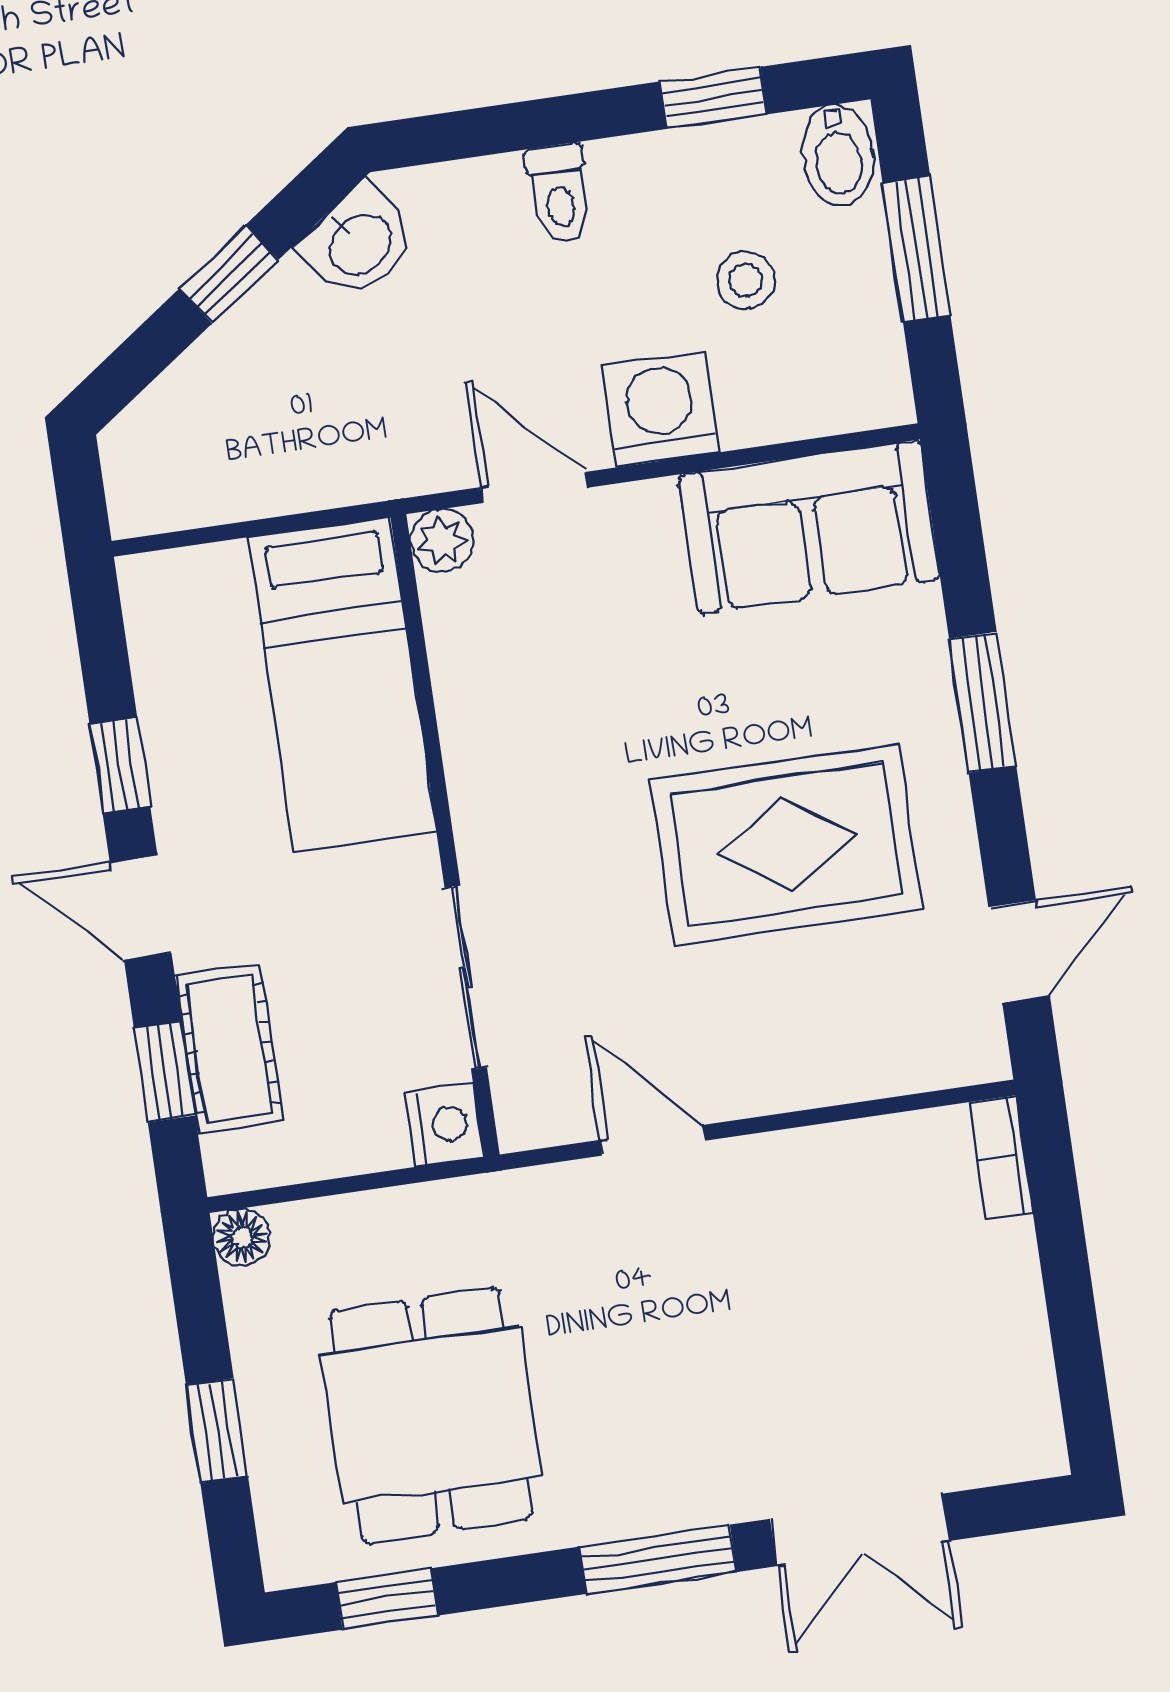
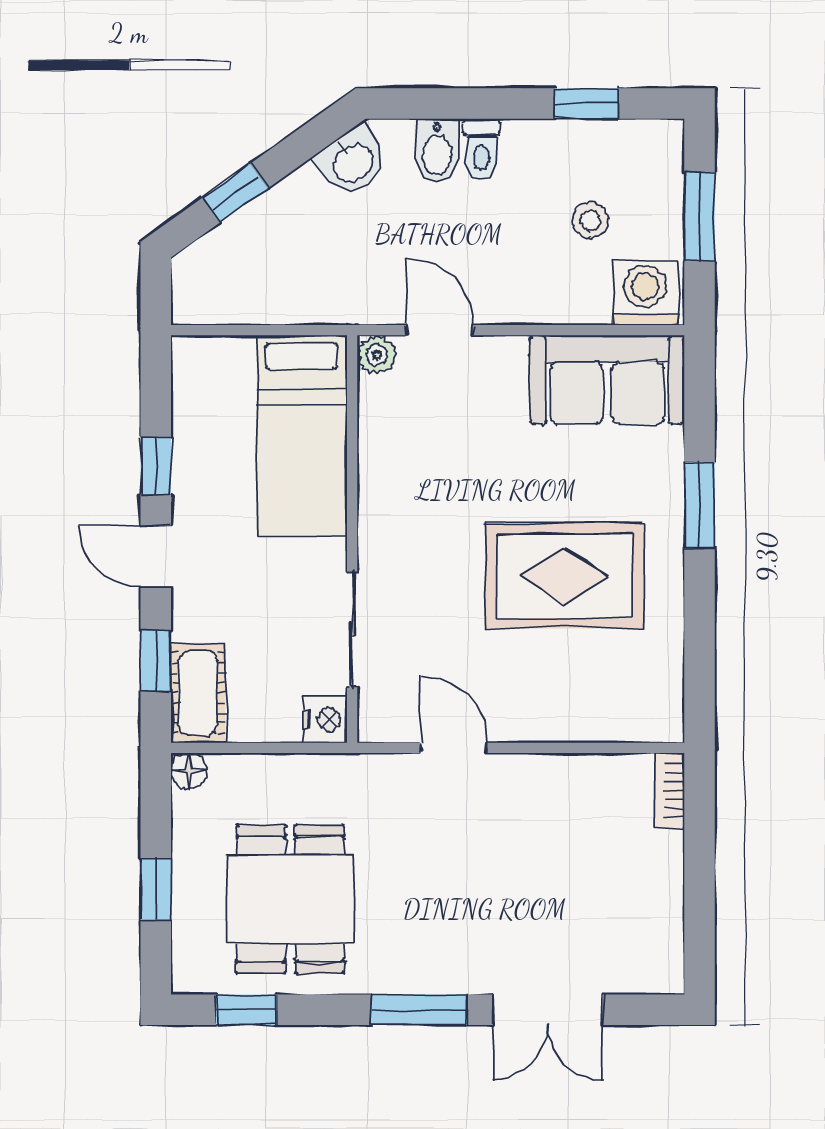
bidet: (838, 155) -> (437, 151), moved
window: (229, 274) -> (235, 193), moved
washing machine: (661, 409) -> (645, 293), moved
door: (1019, 952) -> (700, 664), removed
cot: (229, 1048) -> (198, 693), moved

